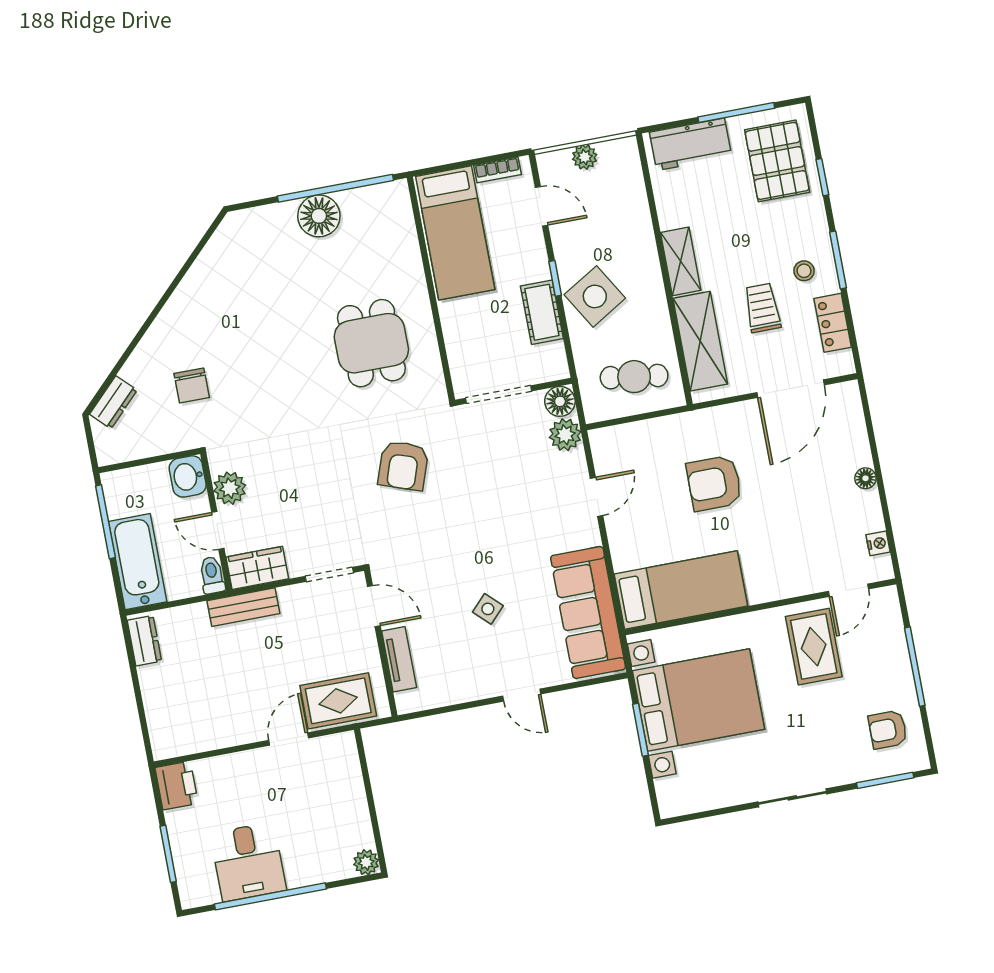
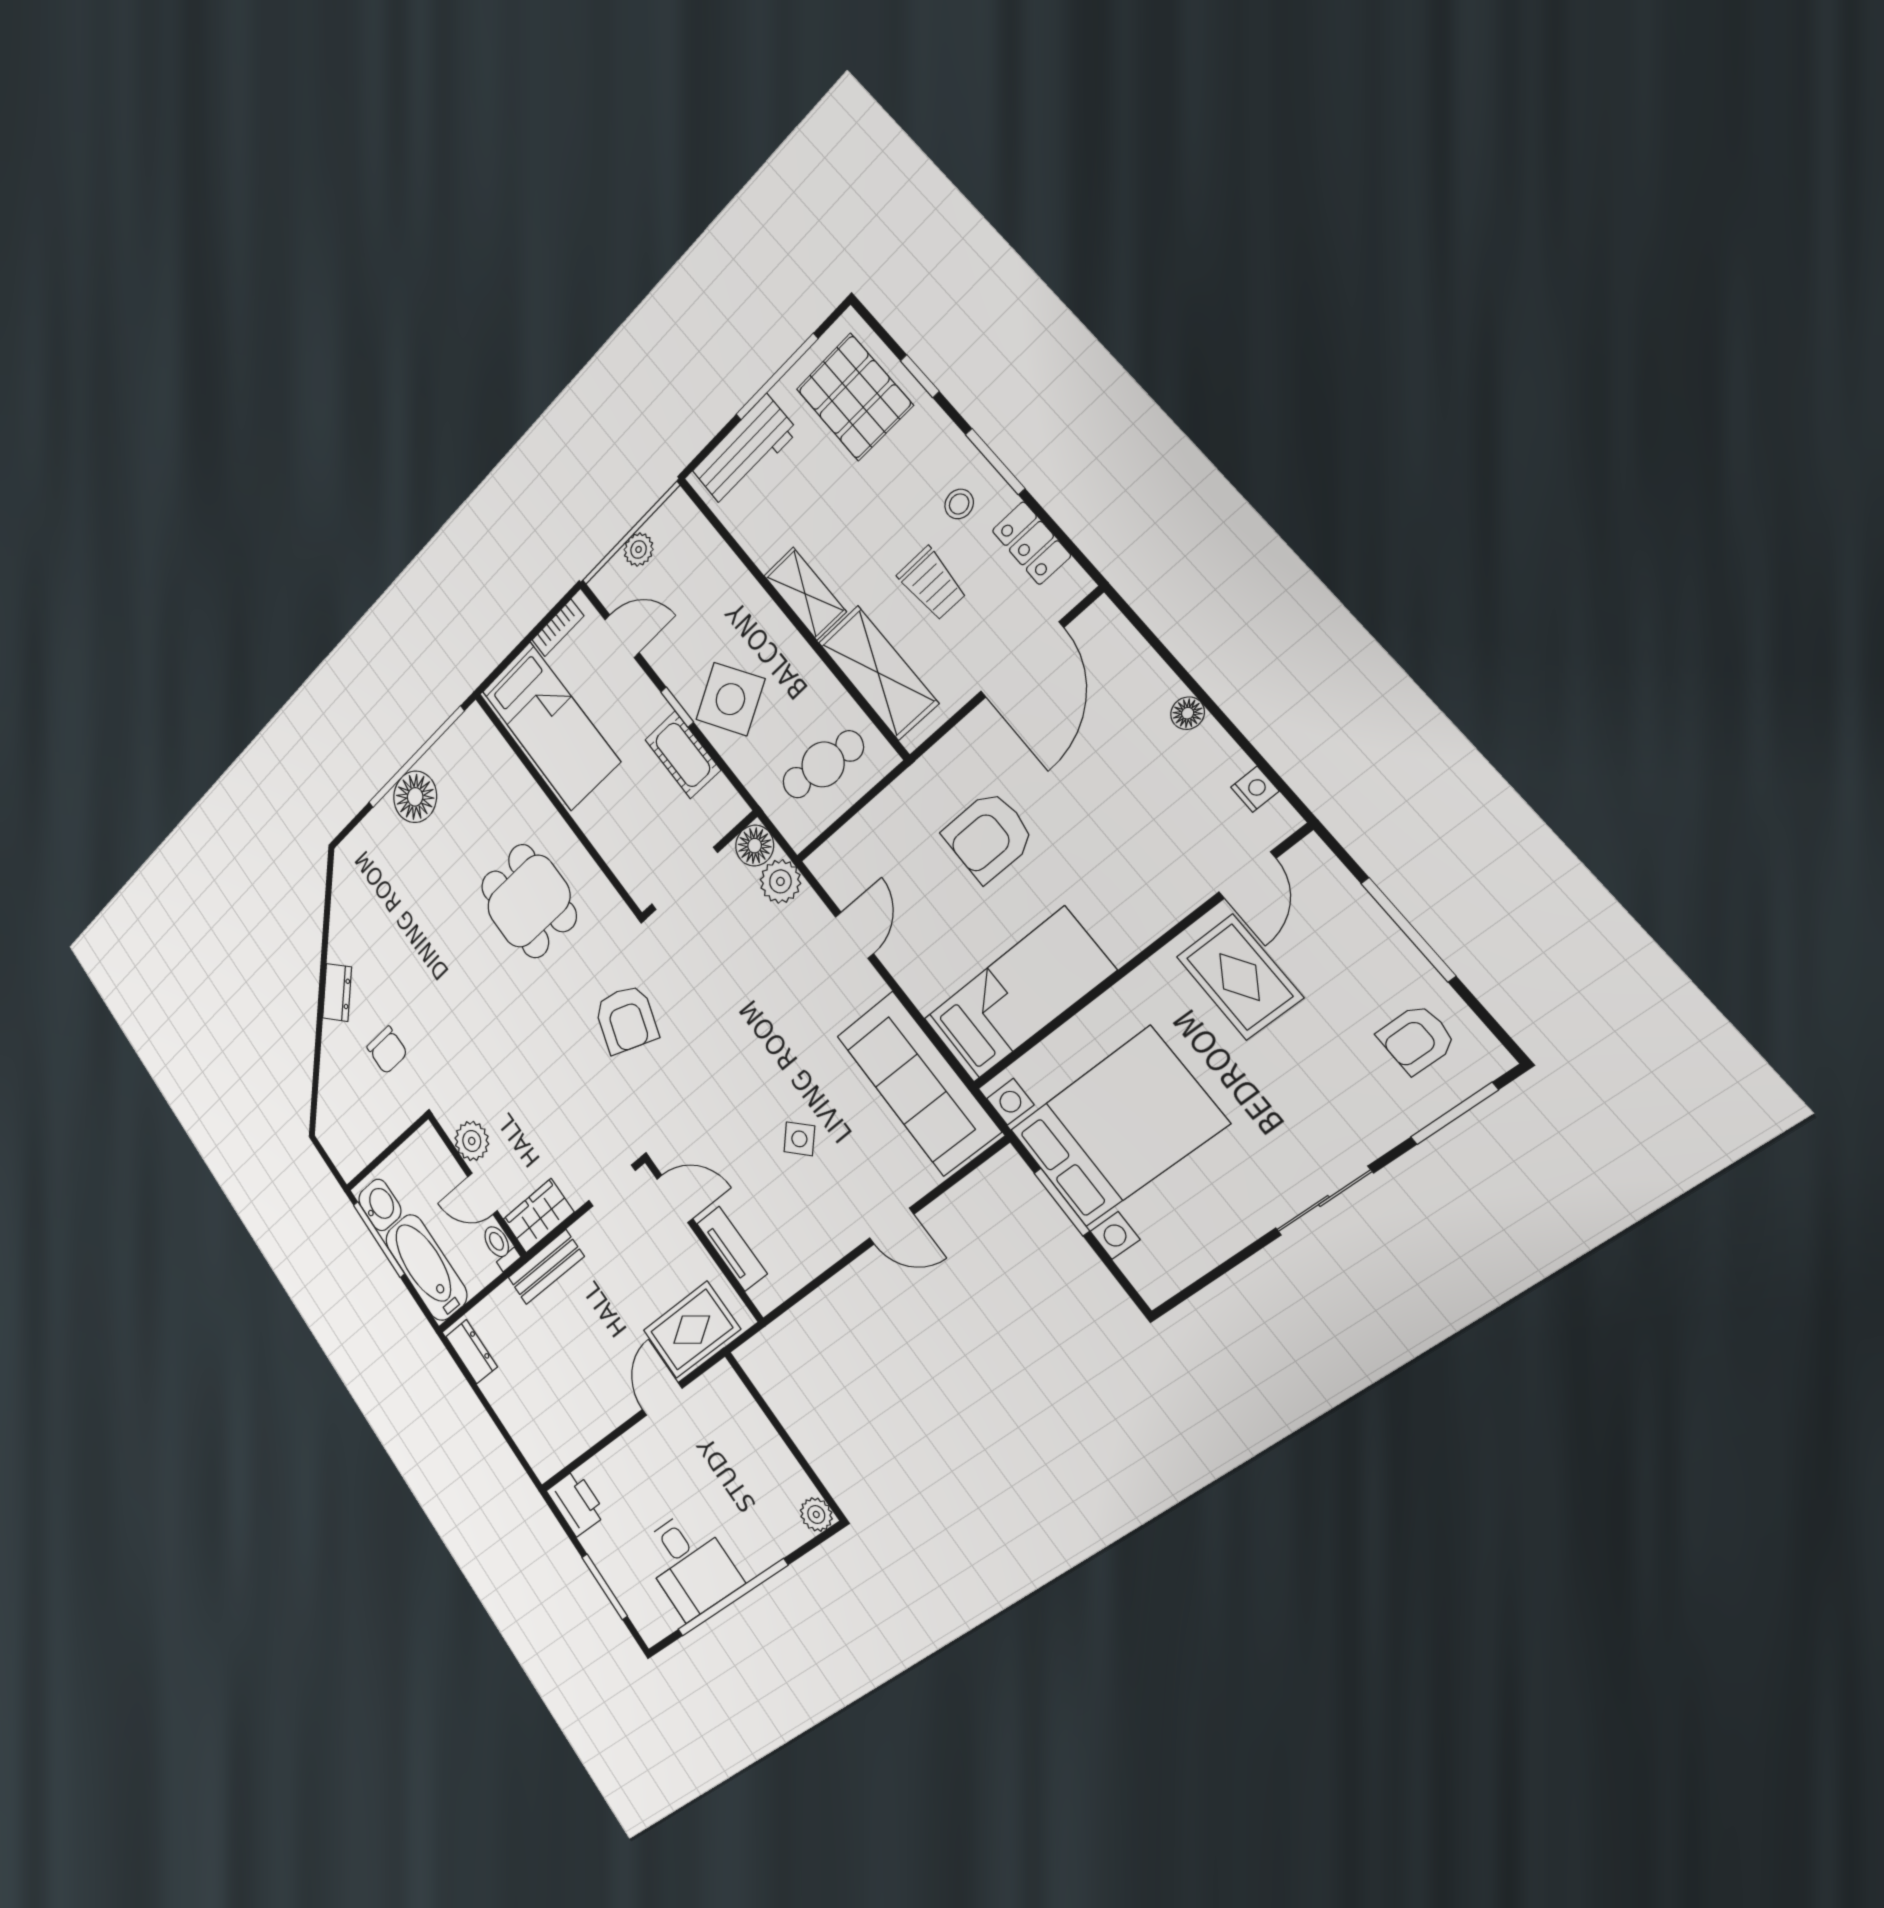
trolley: (762, 308) -> (932, 584), turned 180
dresser: (113, 402) -> (337, 993), moved
washbasin: (188, 476) -> (380, 1205), moved, turned 180

